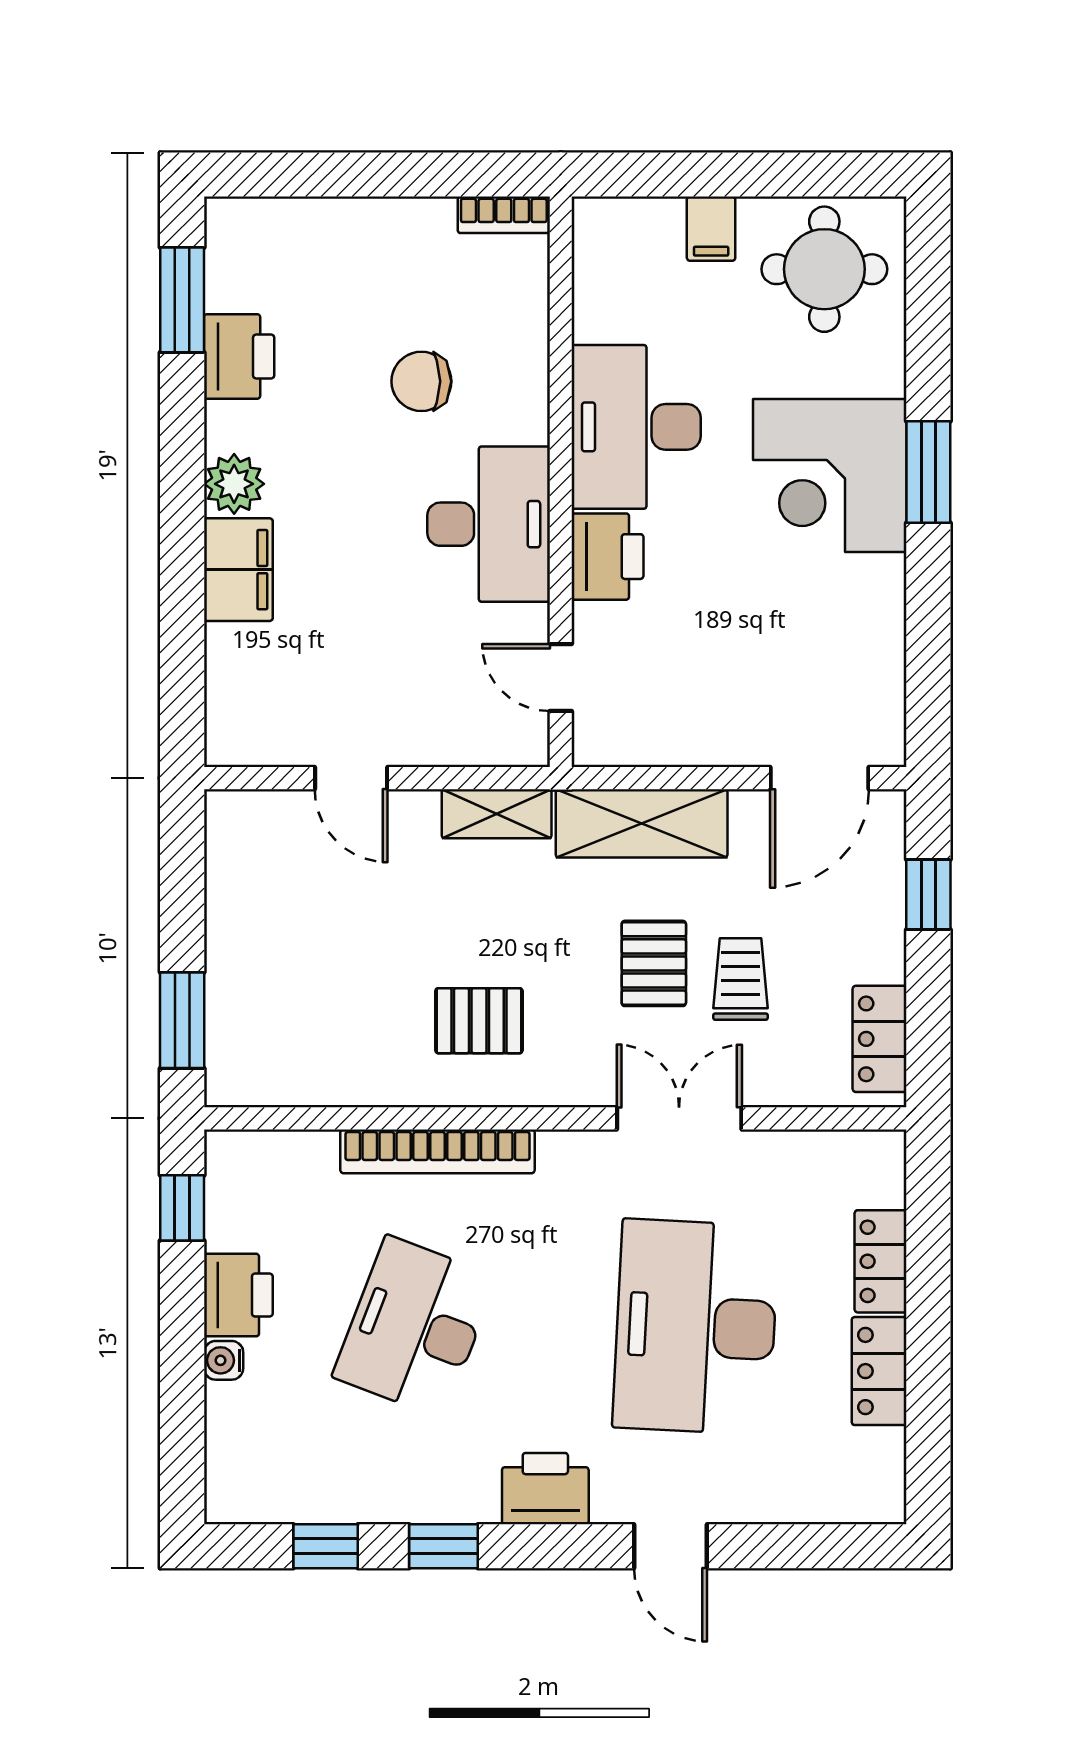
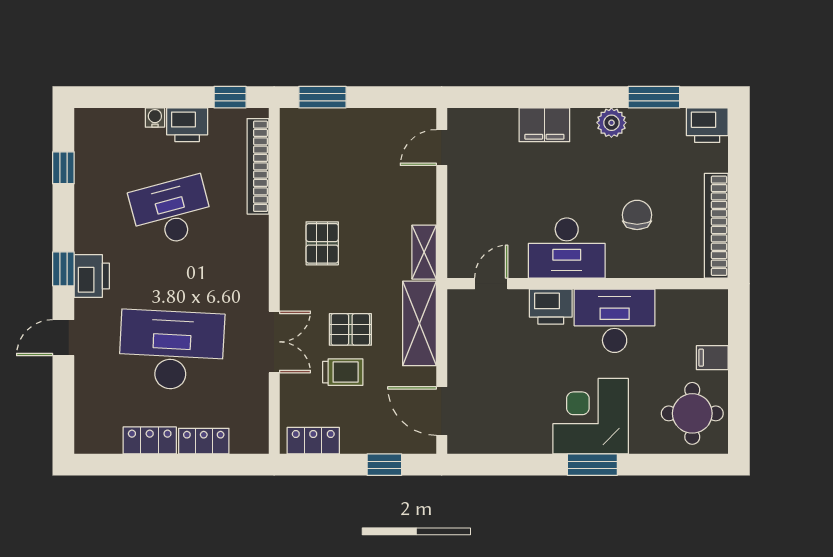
bookcase: (504, 215) -> (716, 226), width x2.31, depth x1.31
window: (182, 300) -> (654, 97), moved
printer: (239, 356) -> (707, 125), moved
plant: (234, 484) -> (611, 123), moved
door: (351, 778) -> (442, 147), moved
bookcase: (437, 1151) -> (258, 166), moved
desk: (415, 1327) -> (171, 212), turned -36
window: (444, 1546) -> (63, 269), moved

